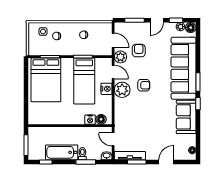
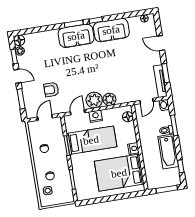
plant: (120, 57) -> (109, 99), moved
sofa: (184, 68) -> (76, 36), width x0.54, depth x0.79
bed: (46, 80) -> (119, 173), moved, turned 180
armchair: (144, 85) -> (86, 79), removed
nightstand: (90, 120) -> (133, 148), moved

